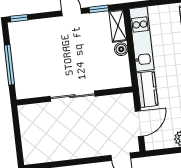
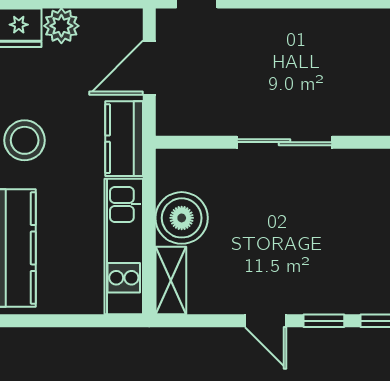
window: (99, 9) -> (324, 321), moved
boiler: (121, 49) -> (182, 218), width x1.86, depth x1.86

